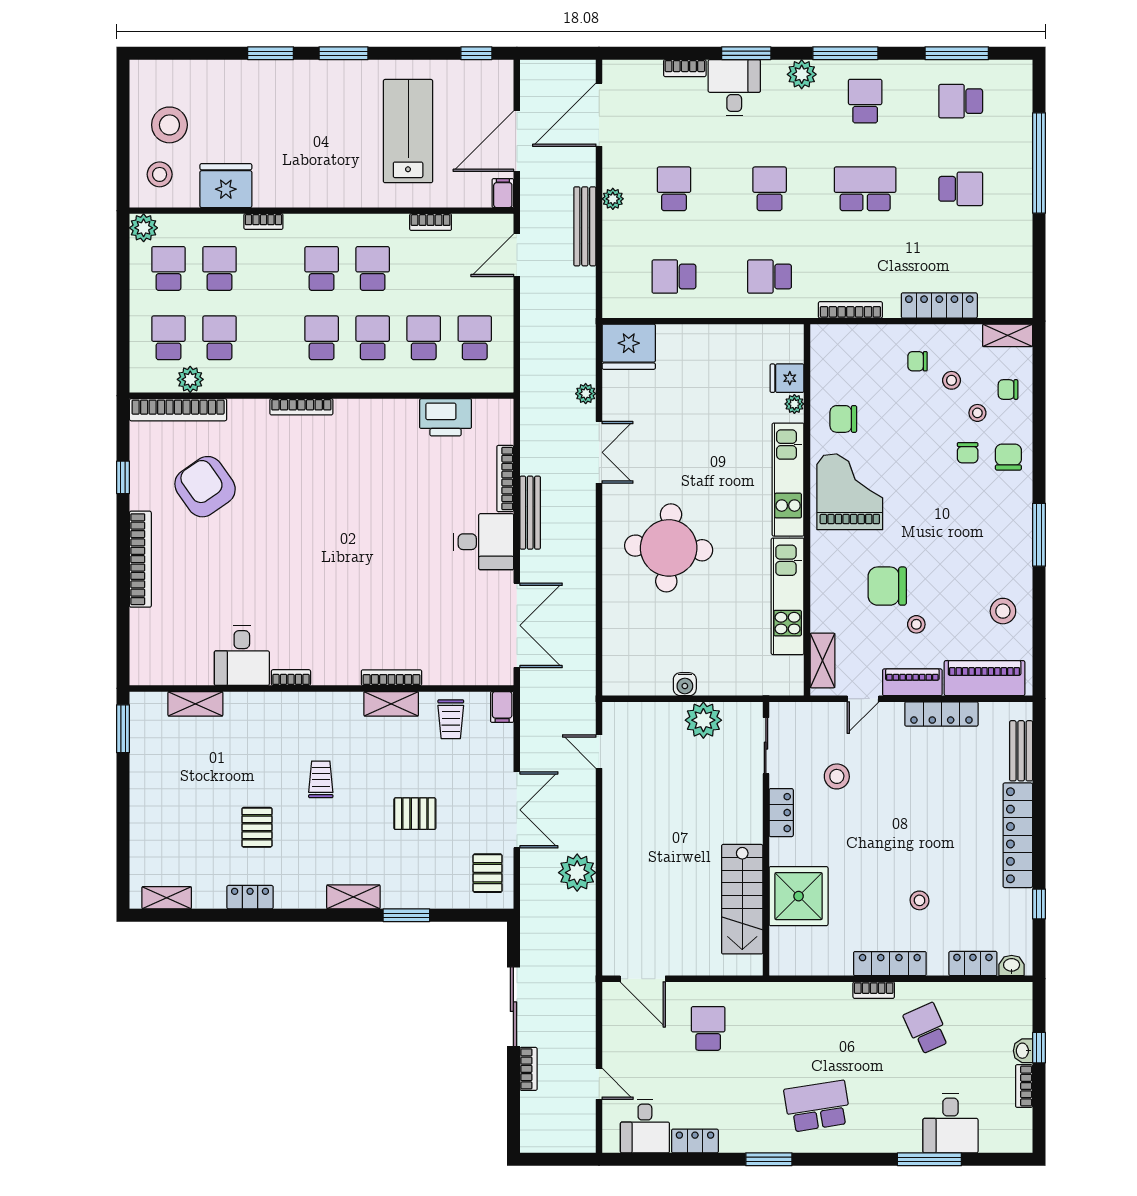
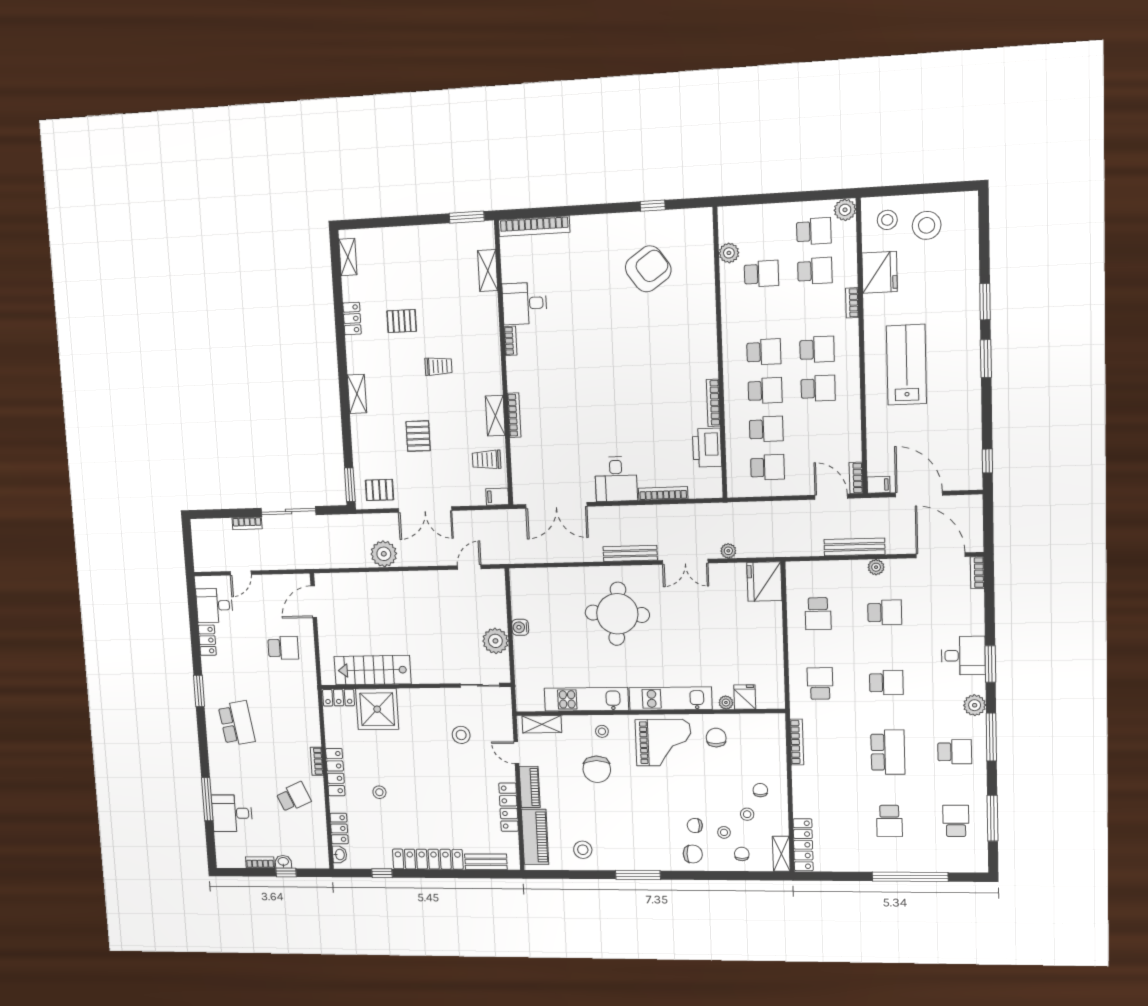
bookcase: (685, 68) -> (977, 573), moved
lab bench: (408, 131) -> (906, 365), moved, turned -90
bookcase: (431, 222) -> (856, 478), moved
school desk: (674, 277) -> (818, 614), turned 180
locker: (939, 305) -> (803, 845), moved
school desk: (168, 338) -> (760, 234), removed
bookcase: (301, 407) -> (713, 403), moved
bookcase: (178, 410) -> (705, 245), removed
bench: (530, 513) -> (630, 553), moved
bookcase: (140, 559) -> (534, 226), moved
chair: (887, 586) -> (597, 769), turned 180
stool: (916, 624) -> (602, 731), moved
locker: (781, 813) -> (339, 698), moved
window: (406, 915) -> (350, 485), moved

